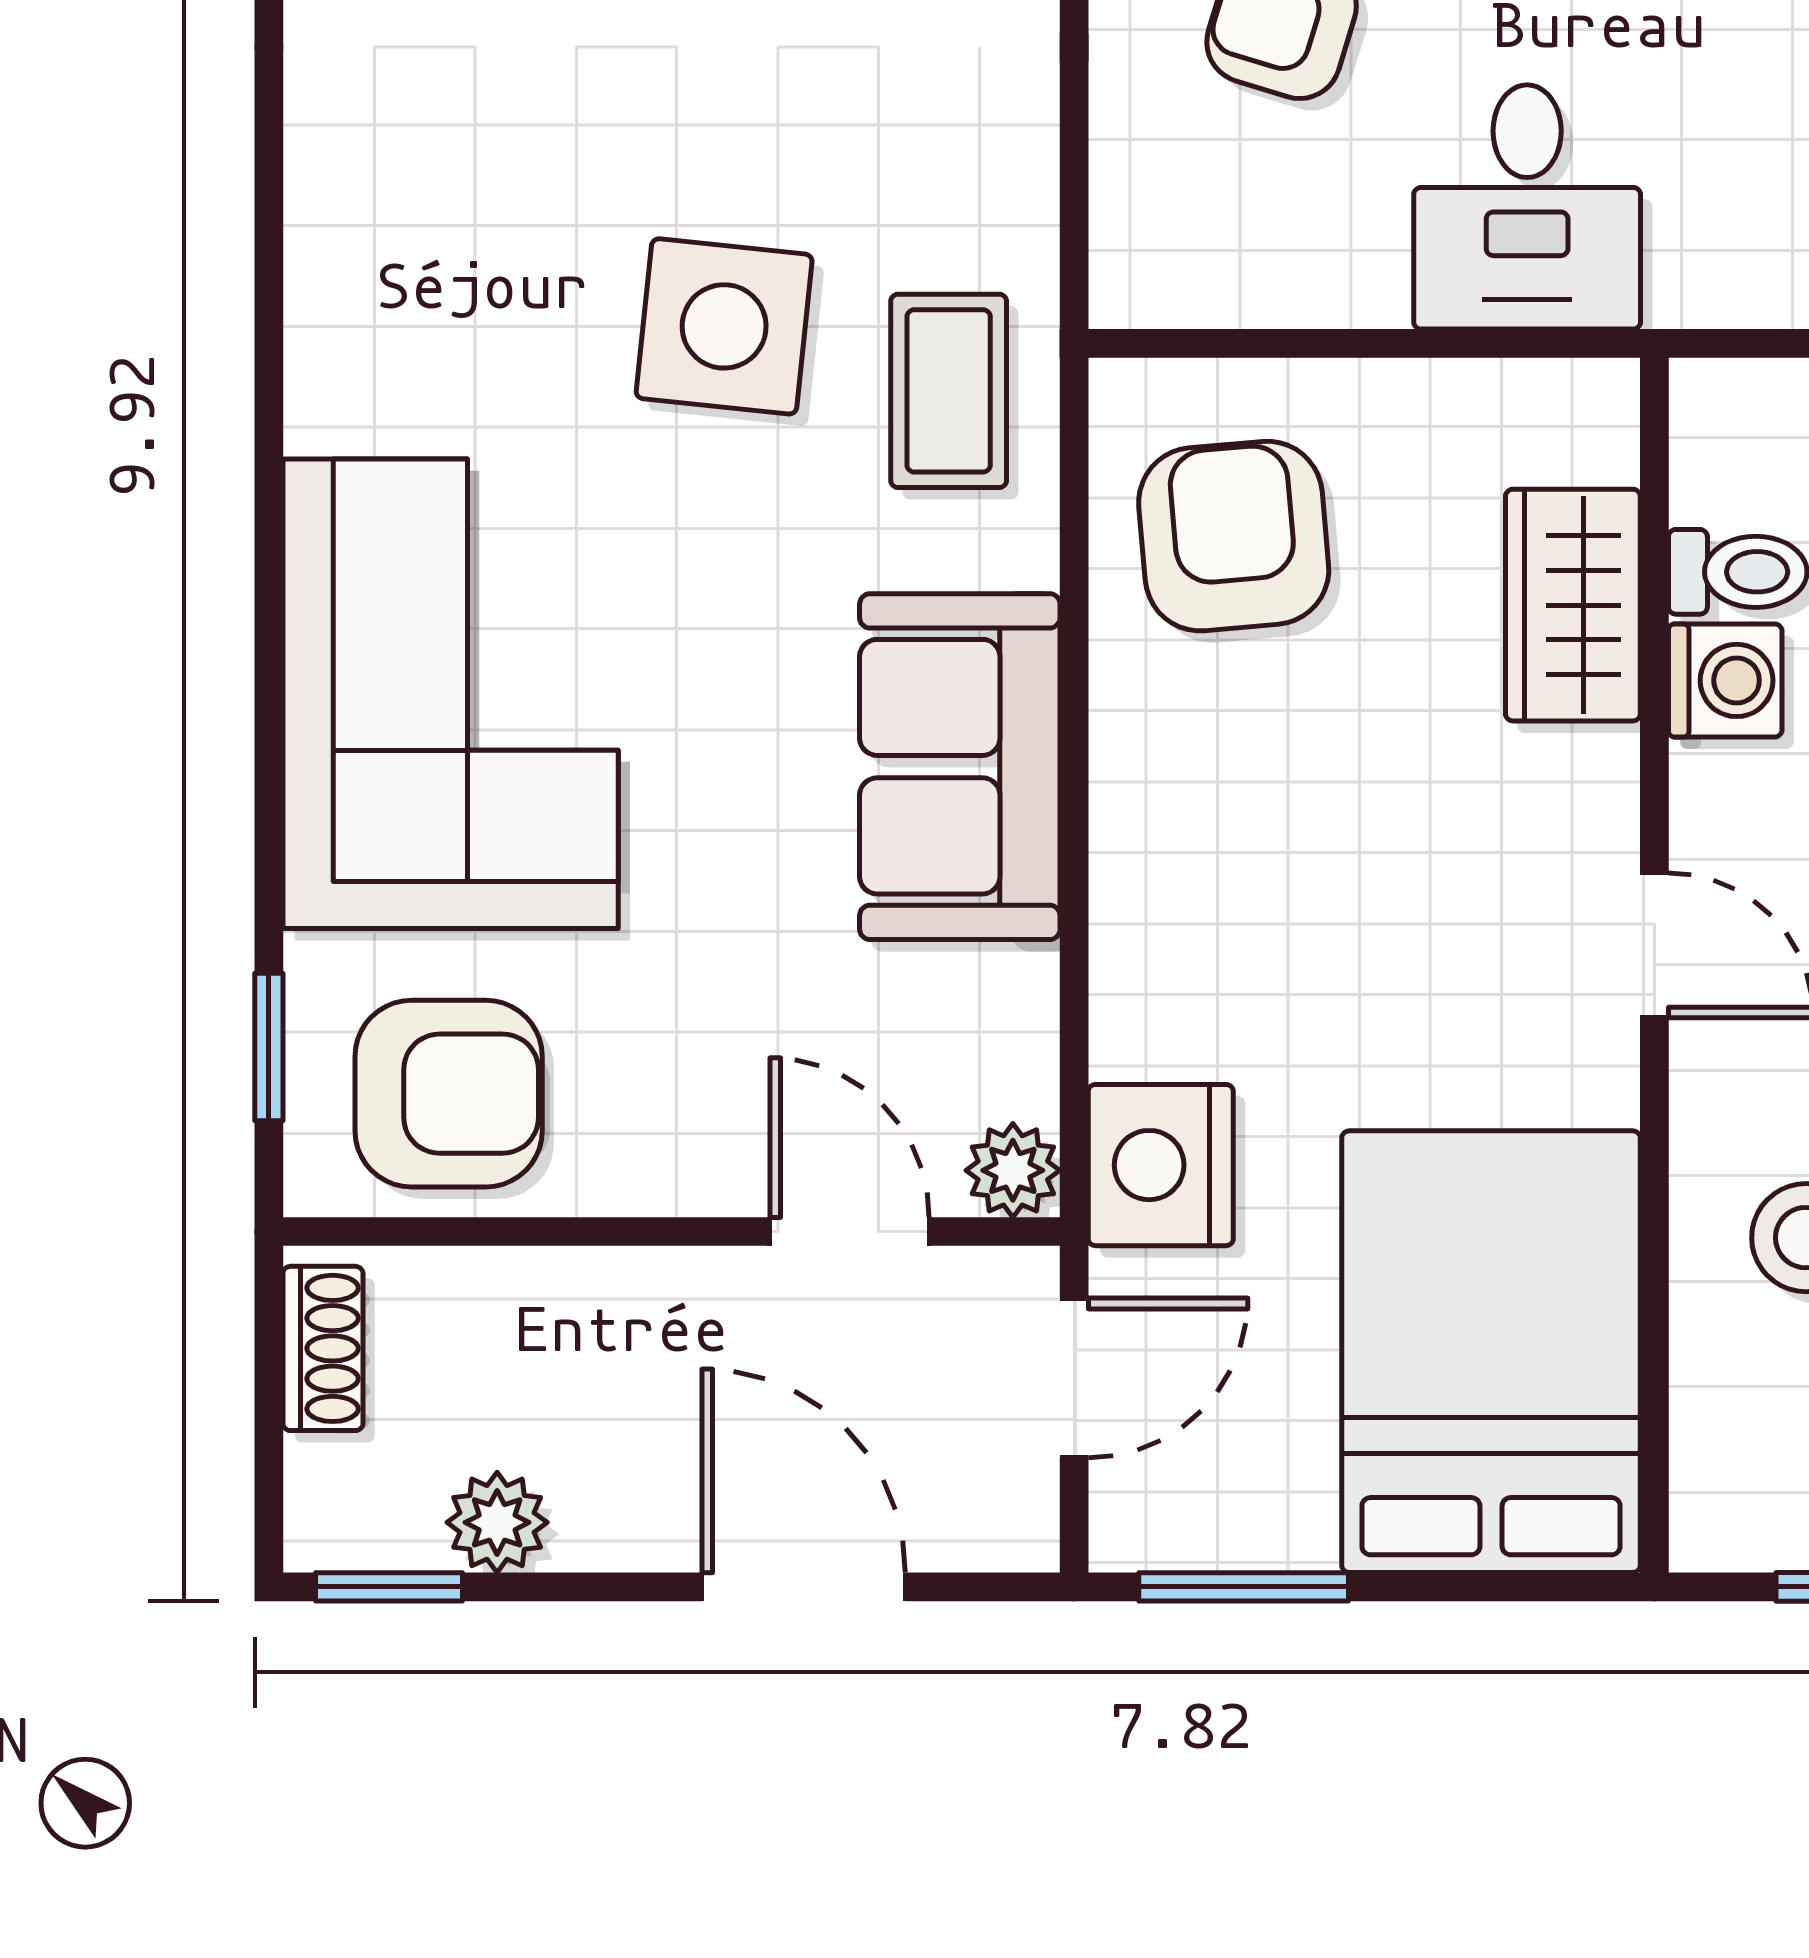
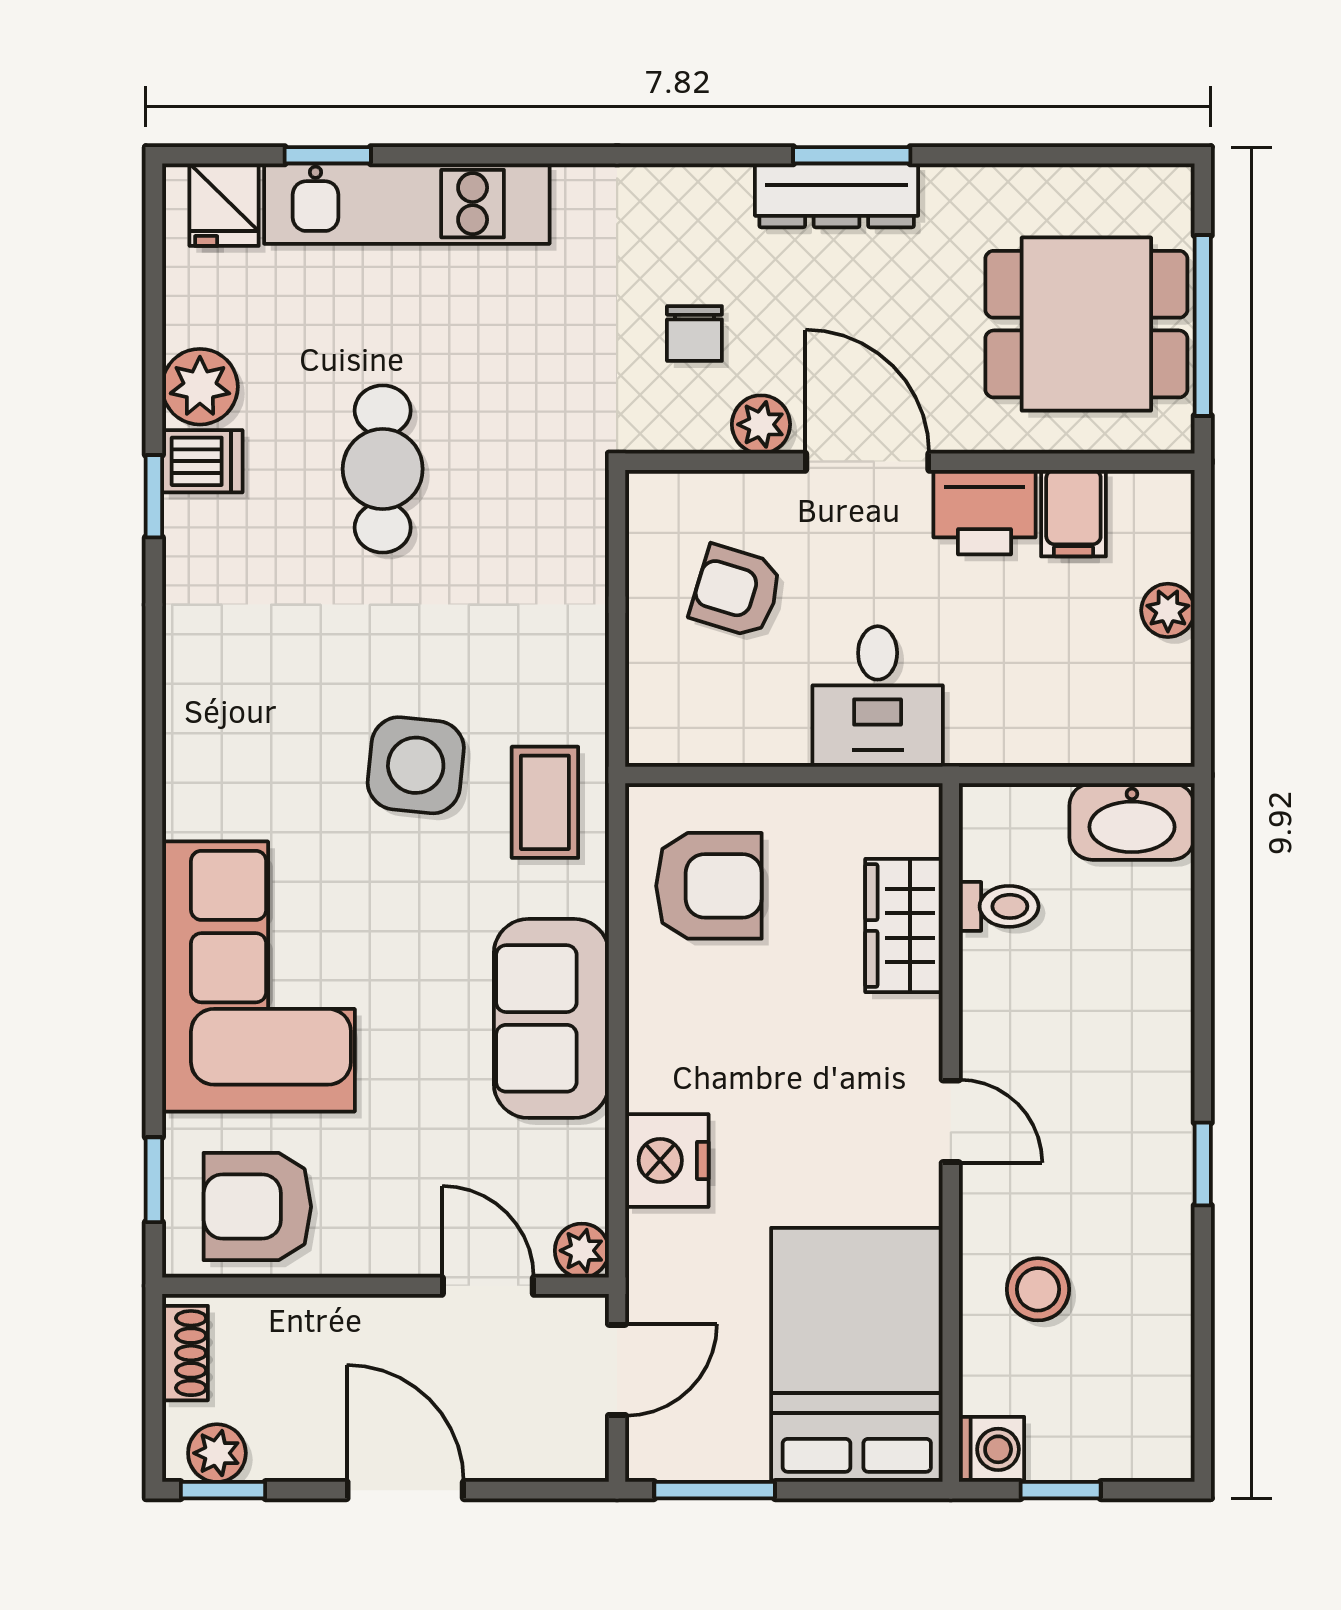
armchair: (1234, 536) -> (709, 886), turned 95
washing machine: (1725, 680) -> (992, 1449), moved
armchair: (449, 1094) -> (257, 1207), turned 180
nightstand: (1161, 1165) -> (667, 1160), moved
plant: (497, 1522) -> (217, 1453), moved
door: (804, 1587) -> (405, 1490), moved

